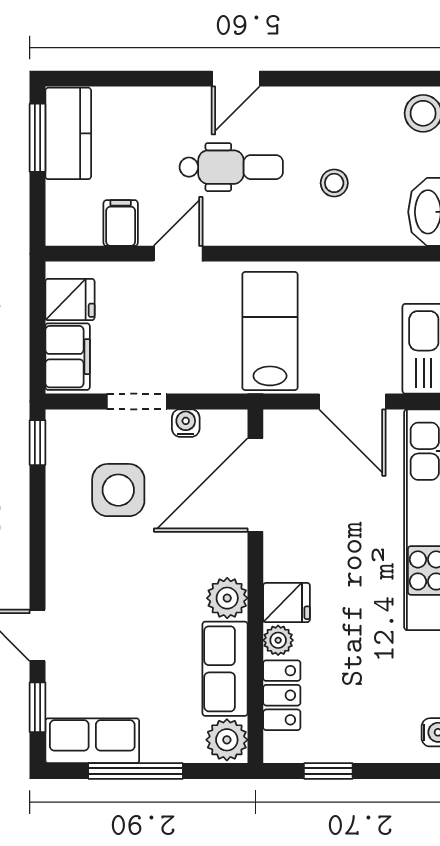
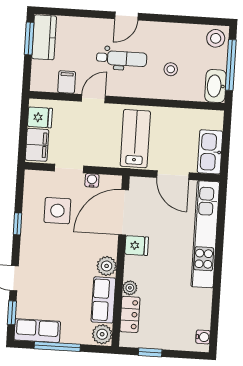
window: (38, 443) -> (18, 224), moved
fridge: (287, 603) -> (137, 246), moved

